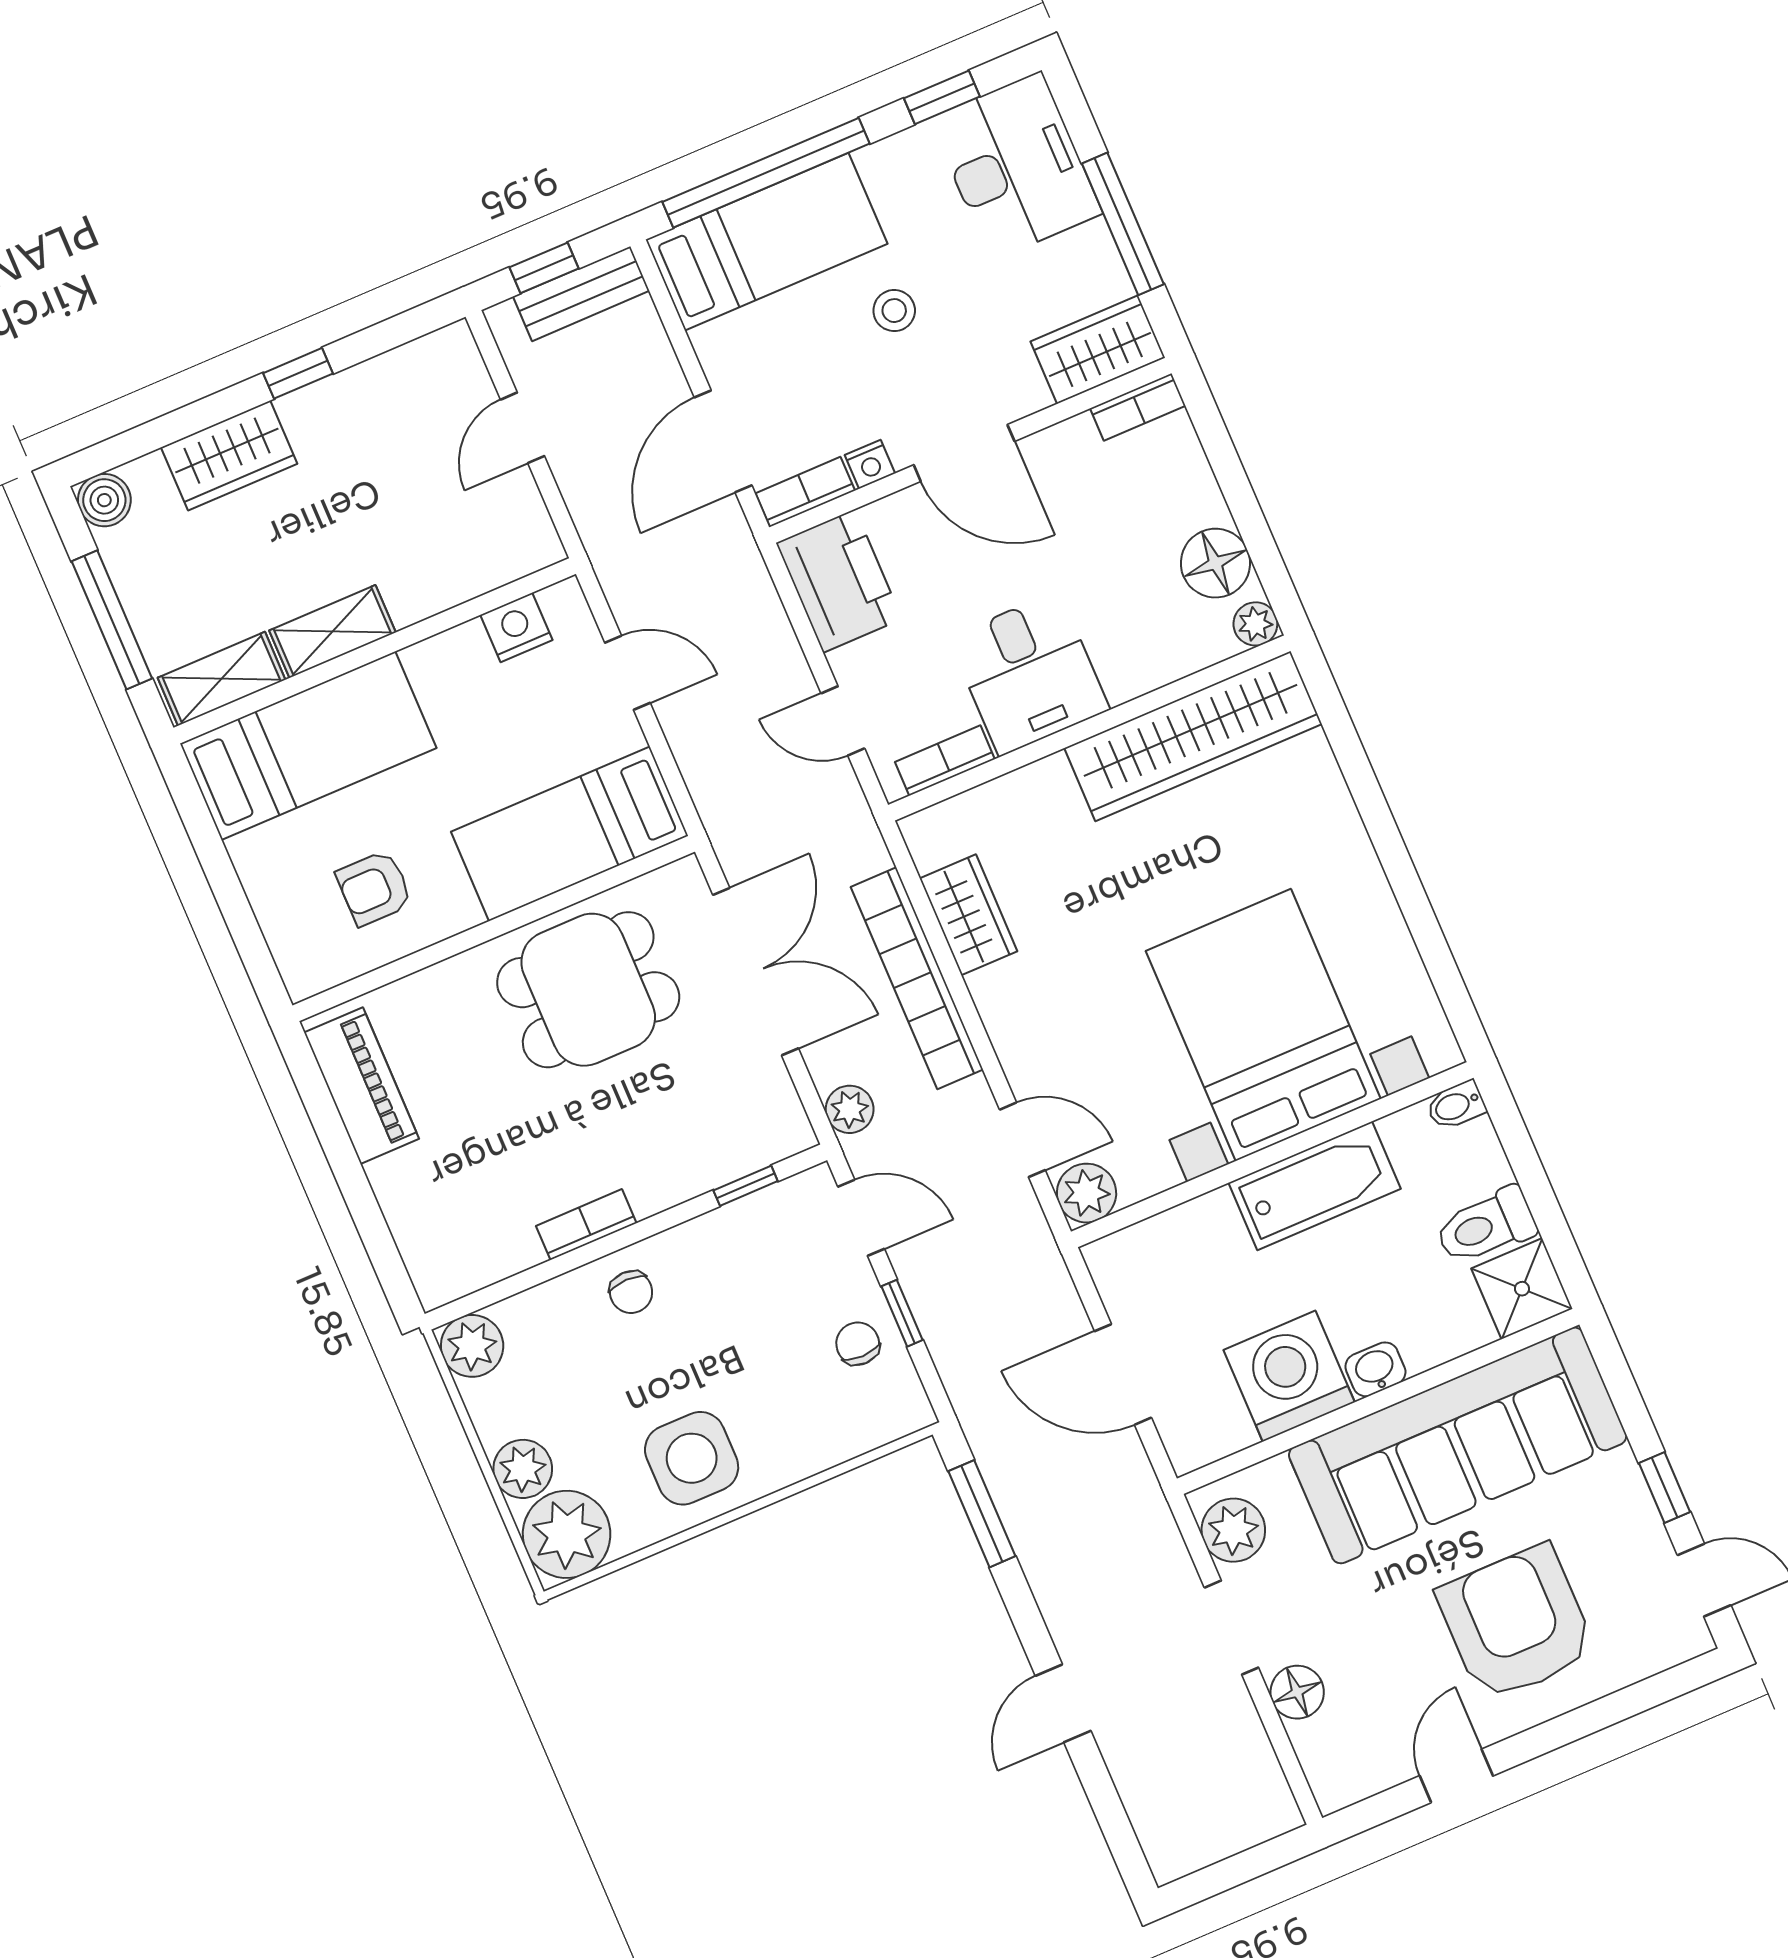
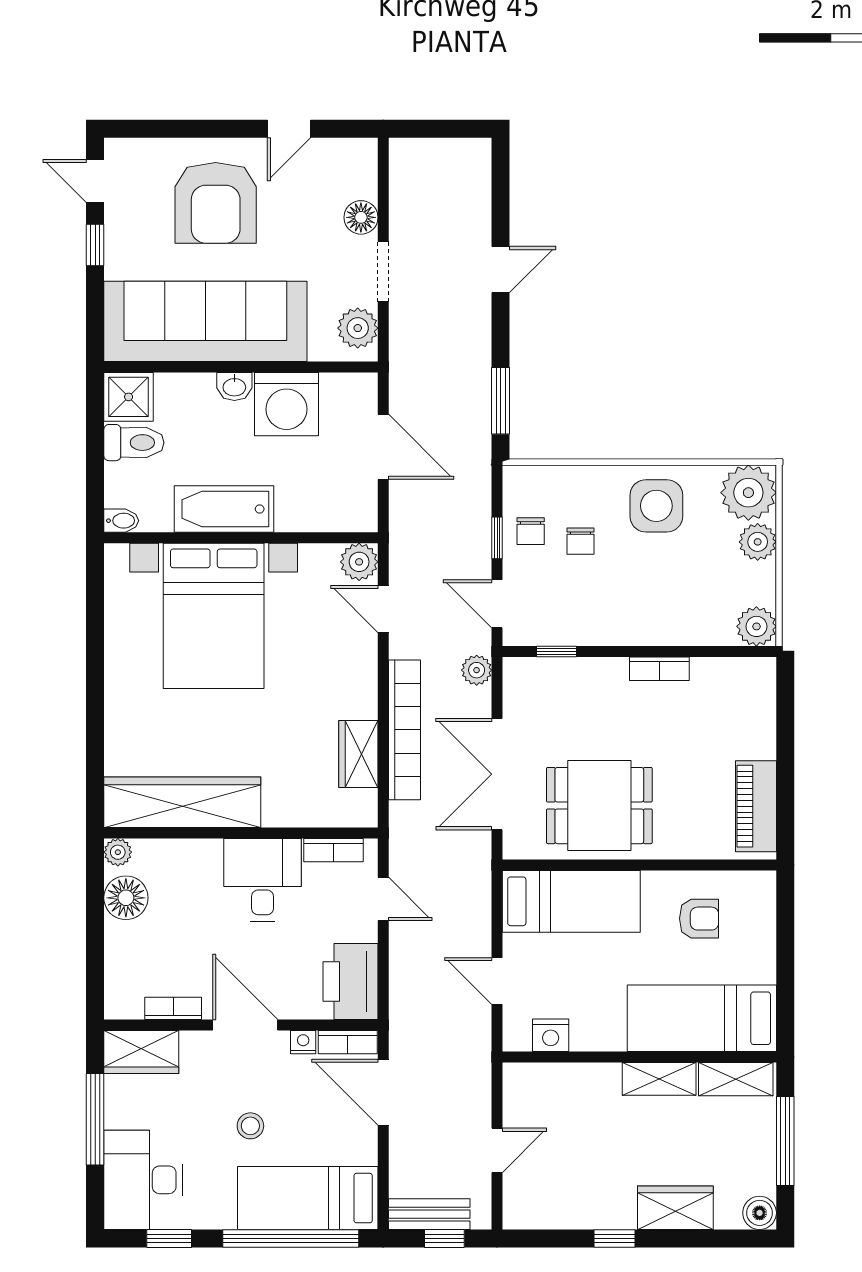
bookcase: (1138, 407) -> (173, 1008), moved
door: (723, 441) -> (383, 1092), swing flipped
chair: (631, 1292) -> (580, 541), moved, turned 180

